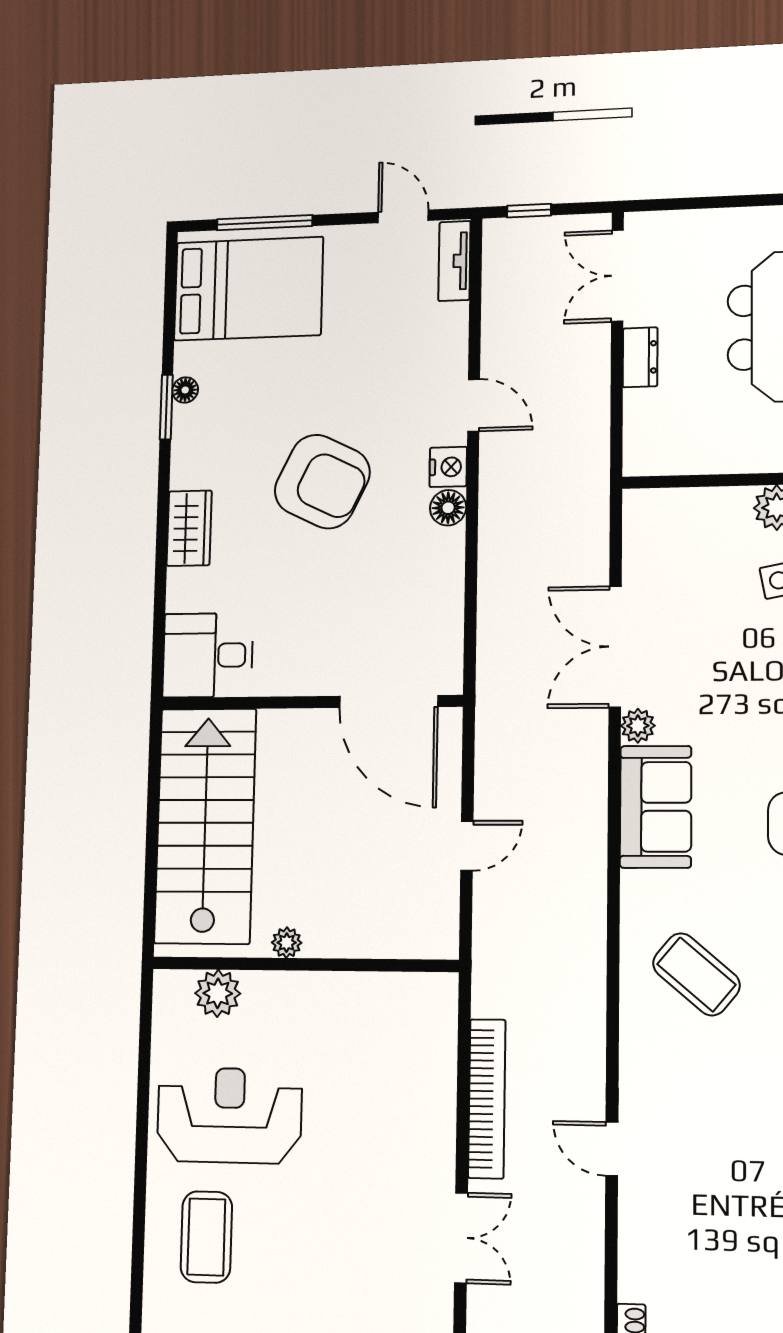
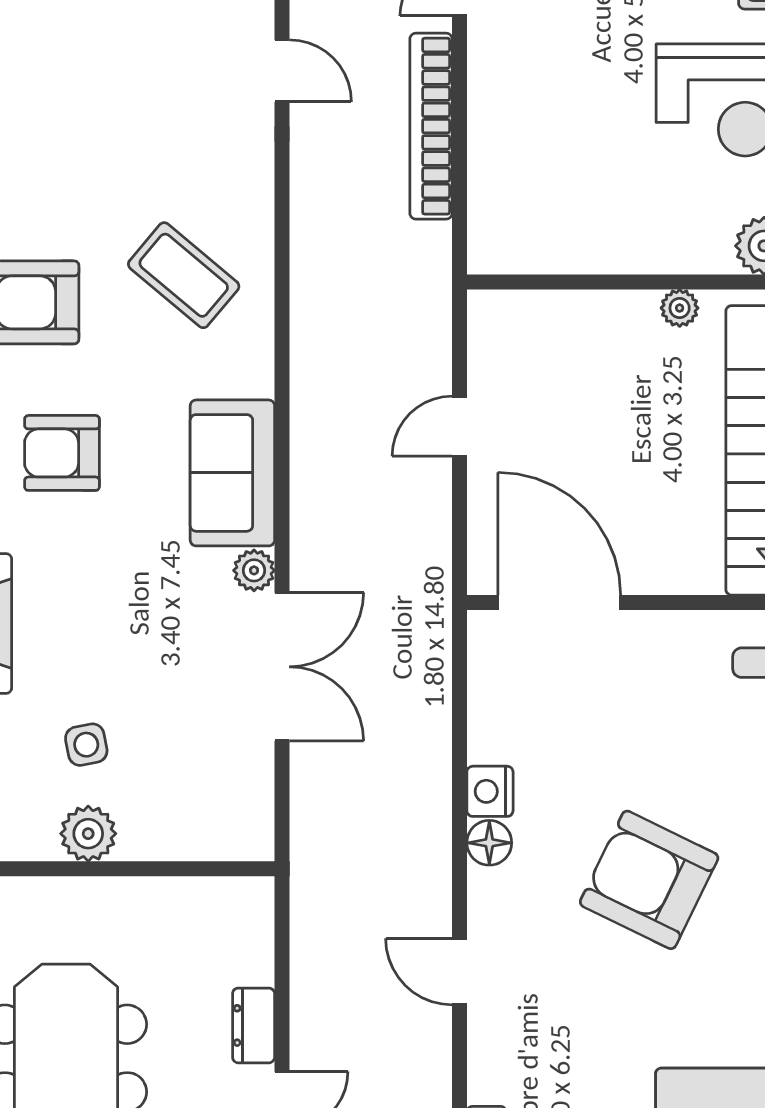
nightstand: (448, 467) -> (490, 791), moved

